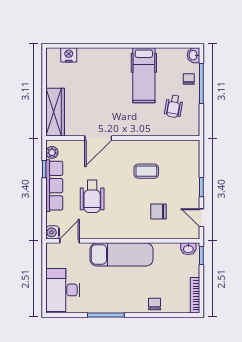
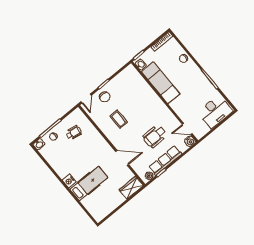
nightstand: (69, 55) -> (69, 181), moved
hospital bed: (144, 75) -> (89, 184), moved
wardrobe: (55, 112) -> (131, 188), width x0.67
wheelchair: (92, 196) -> (155, 136), turned 180
chair: (158, 212) -> (105, 97), moved
door: (201, 218) -> (86, 98), moved
exam couch: (121, 254) -> (161, 83), moved

